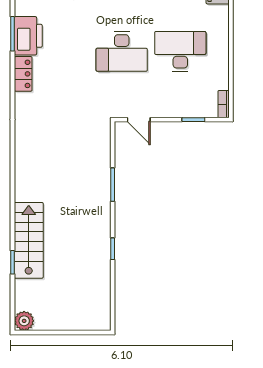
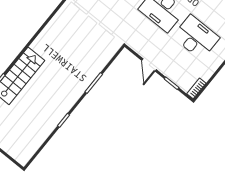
door: (139, 120) -> (149, 65), moved

